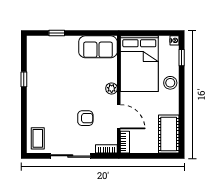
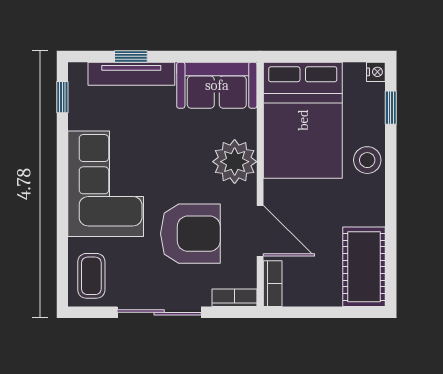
tv unit: (57, 41) -> (131, 74), added
window: (24, 79) -> (62, 97), moved
plant: (112, 88) -> (235, 162), width x1.87, depth x1.87
corner sofa: (45, 94) -> (106, 184), added
armchair: (85, 118) -> (190, 234), width x1.88, depth x1.88

